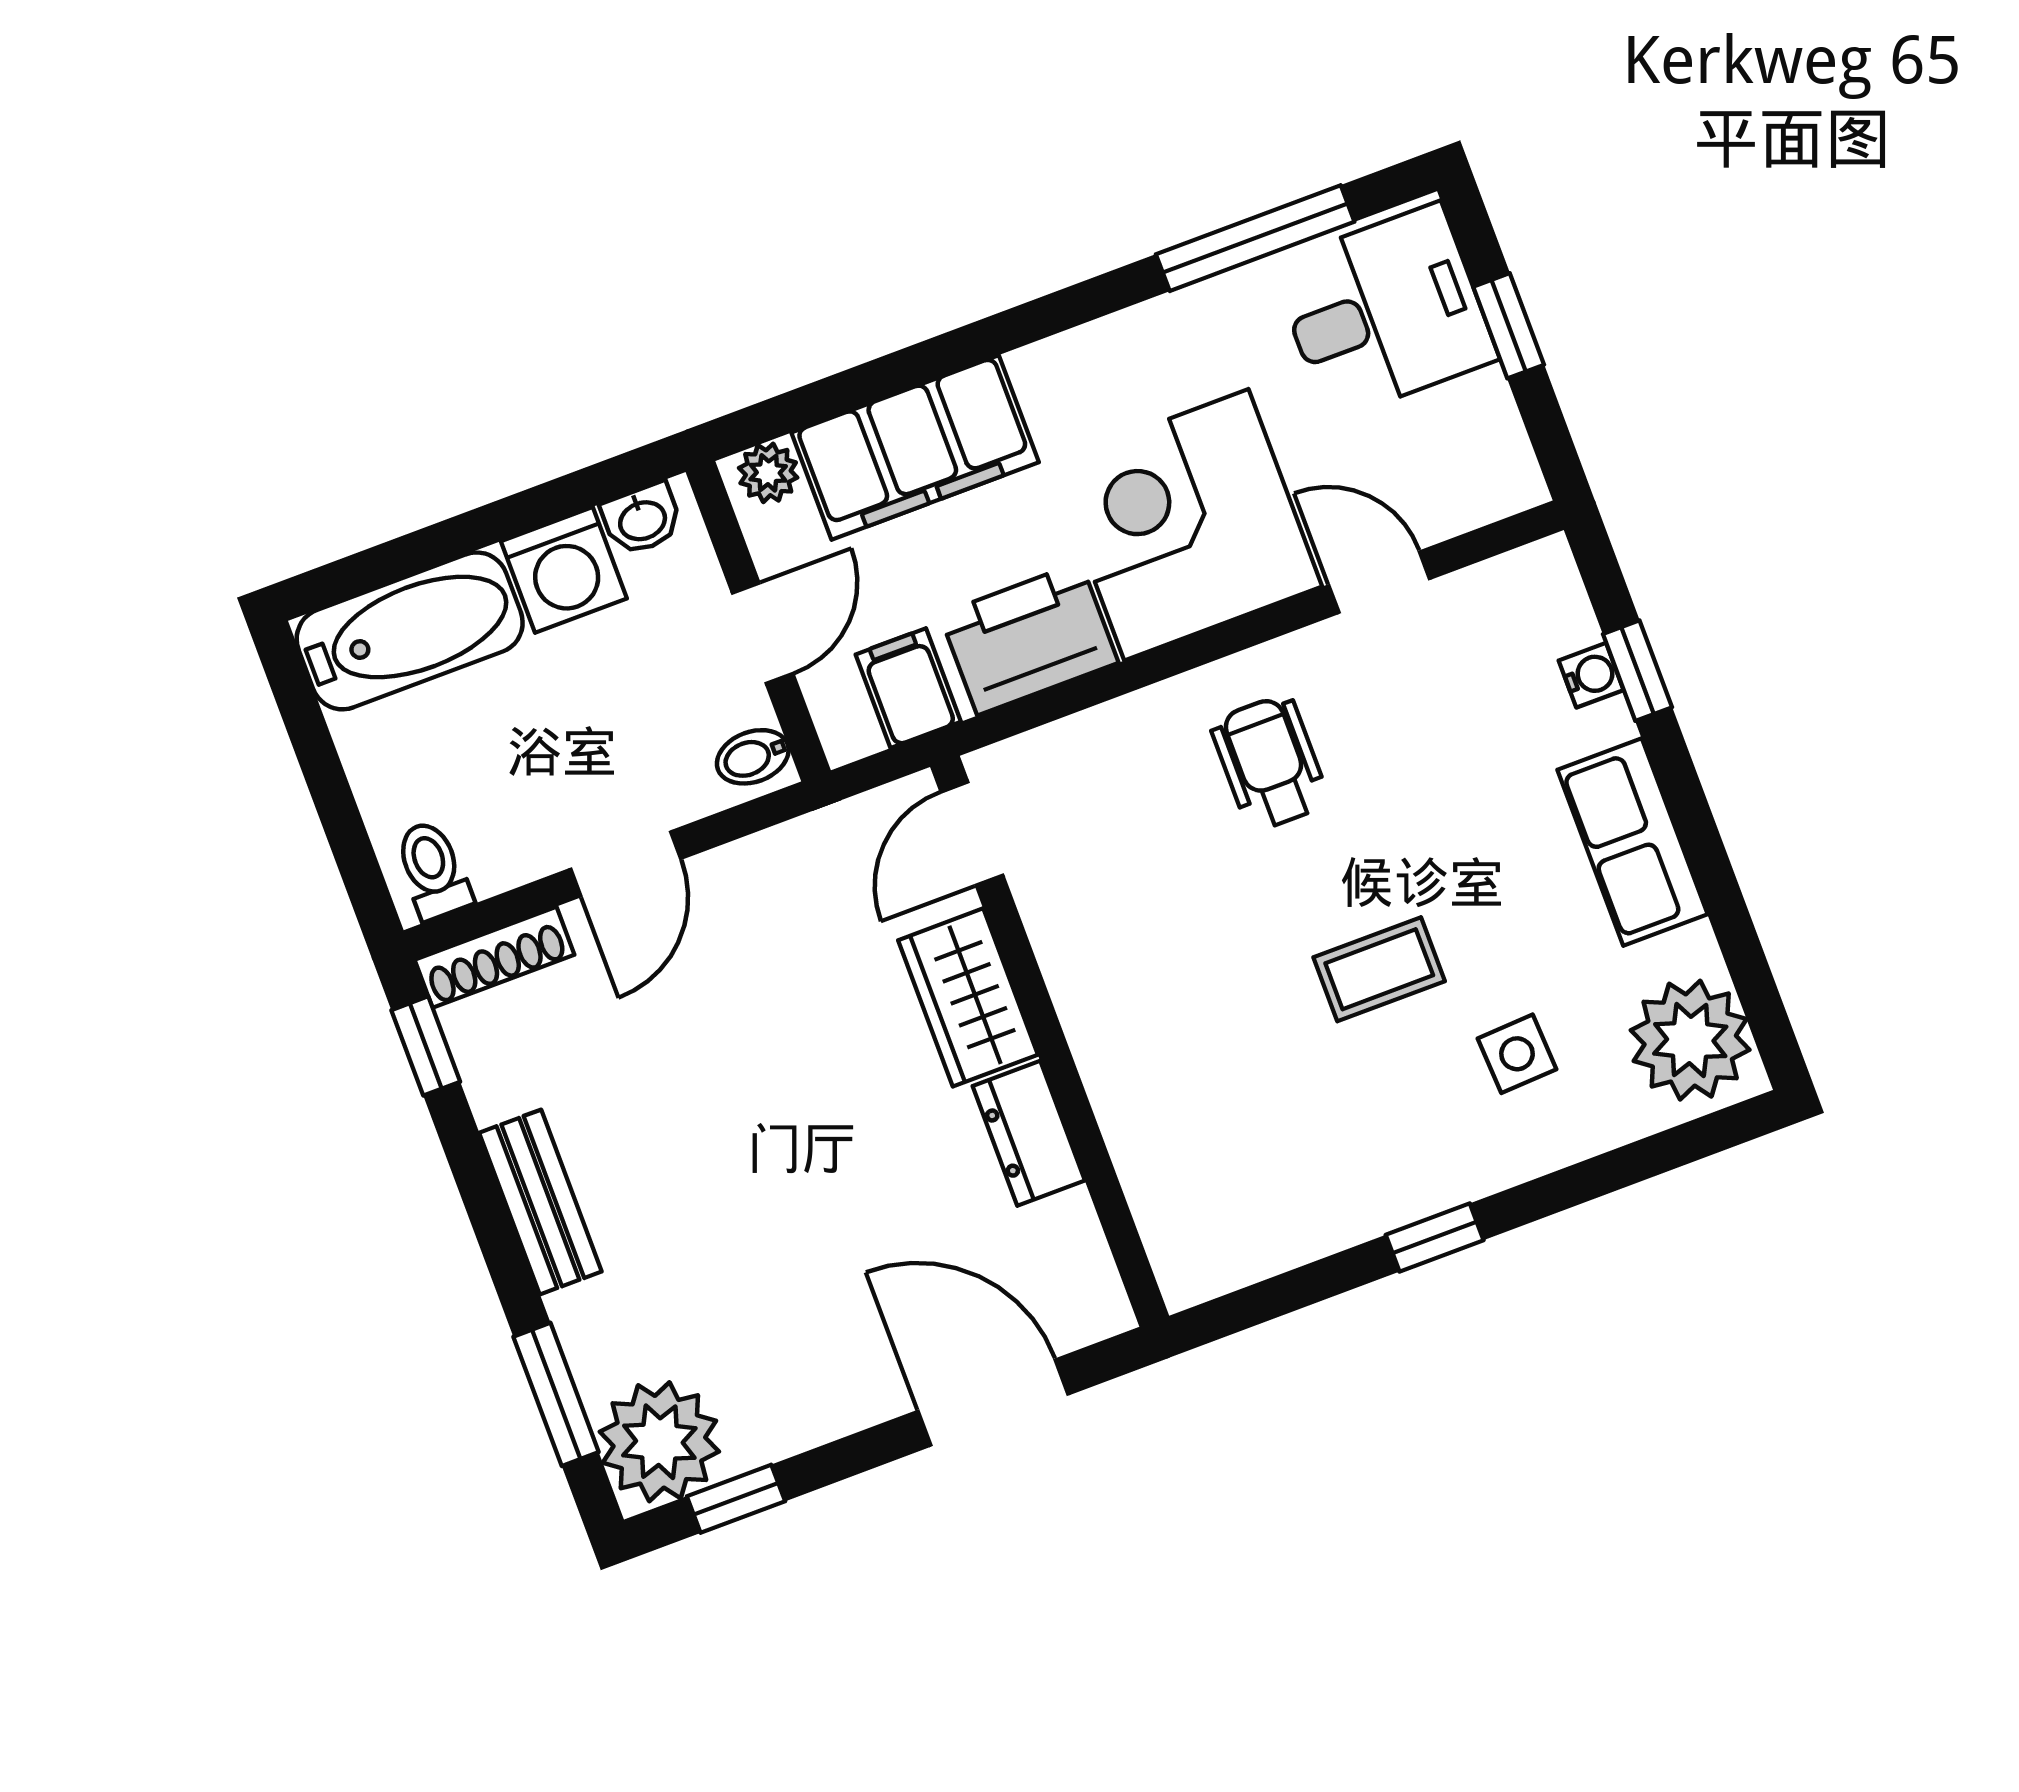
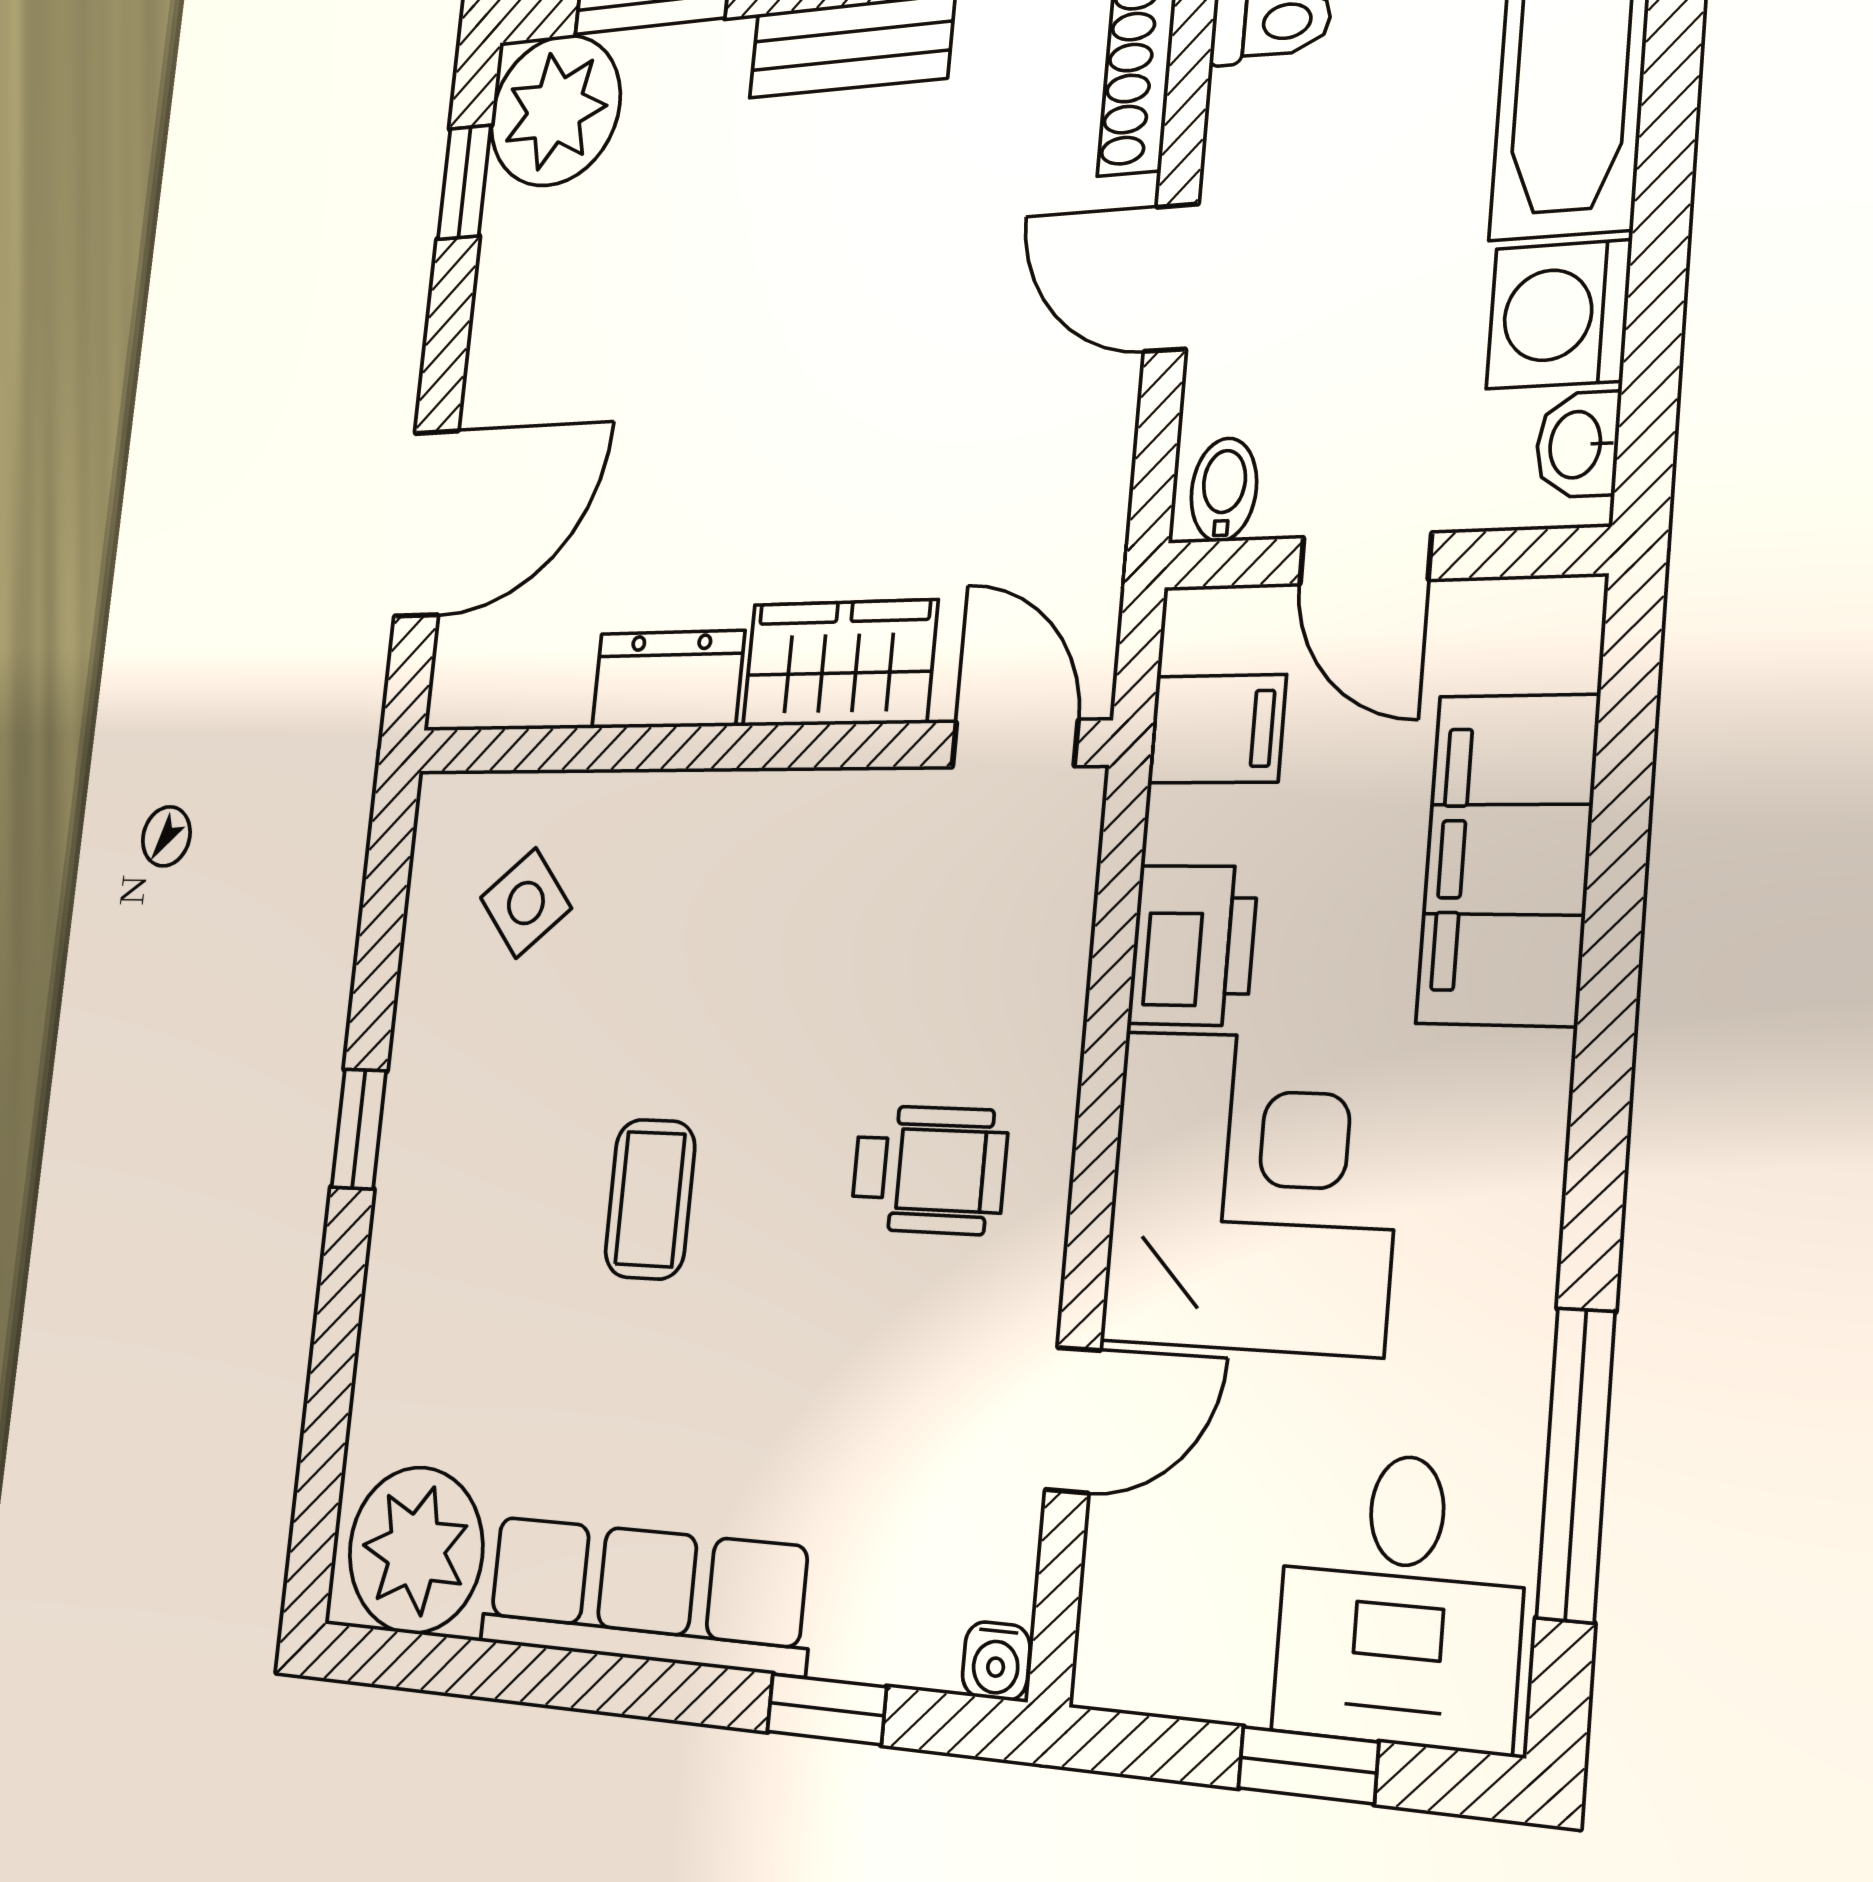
plant: (768, 473) -> (1562, 642), removed
printer: (1029, 639) -> (1193, 945), width x0.73, depth x0.84
water cooler: (1591, 675) -> (996, 1661), moved
row of seats: (1632, 842) -> (646, 1595), width x1.48
side table: (1517, 1054) -> (526, 903), moved, turned -37

